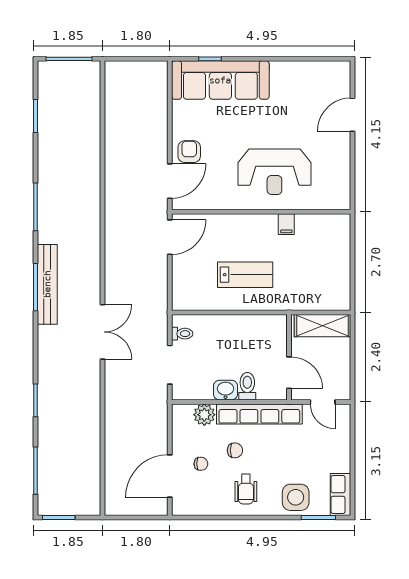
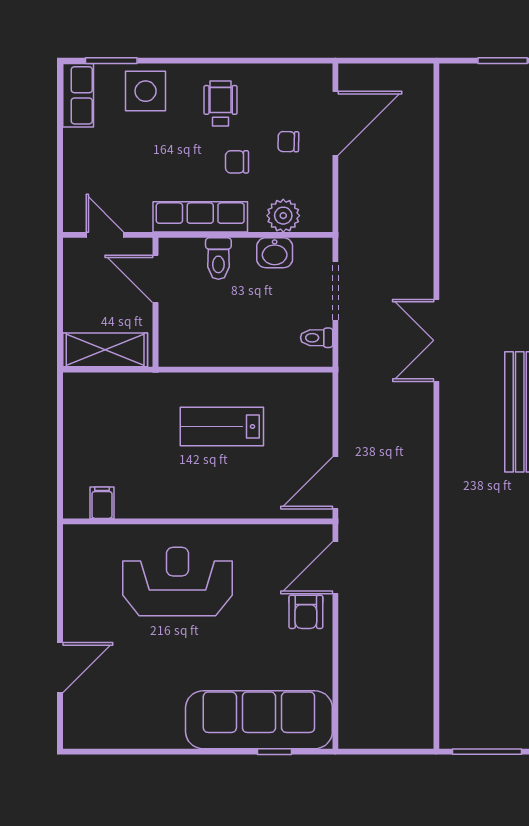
filing cabinet: (286, 224) -> (102, 503), moved
washbasin: (226, 390) -> (275, 253), moved
row of seats: (259, 414) -> (200, 217), width x0.73

